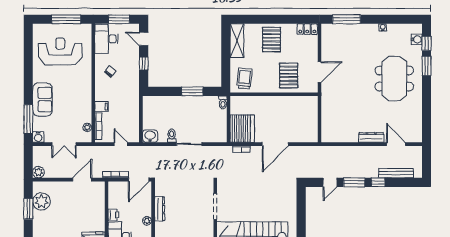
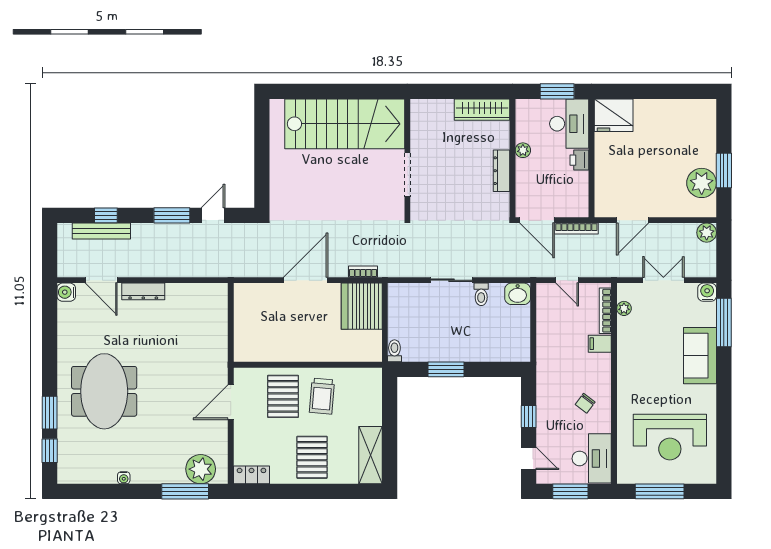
plant: (337, 32) -> (201, 469), added
water cooler: (417, 39) -> (66, 292), moved
trolley: (244, 79) -> (322, 396), moved
door: (139, 180) -> (537, 220), swing flipped
window: (378, 182) -> (106, 215), moved

